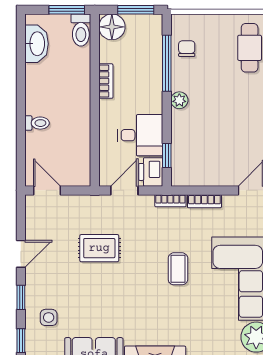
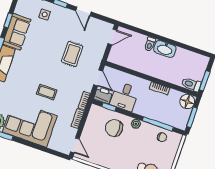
washbasin: (37, 44) -> (165, 49), moved
chair: (199, 135) -> (114, 128), added

